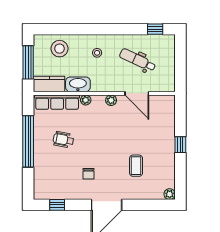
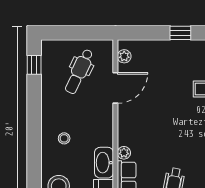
dental chair: (138, 60) -> (79, 71), moved
plant: (111, 100) -> (124, 56), moved

